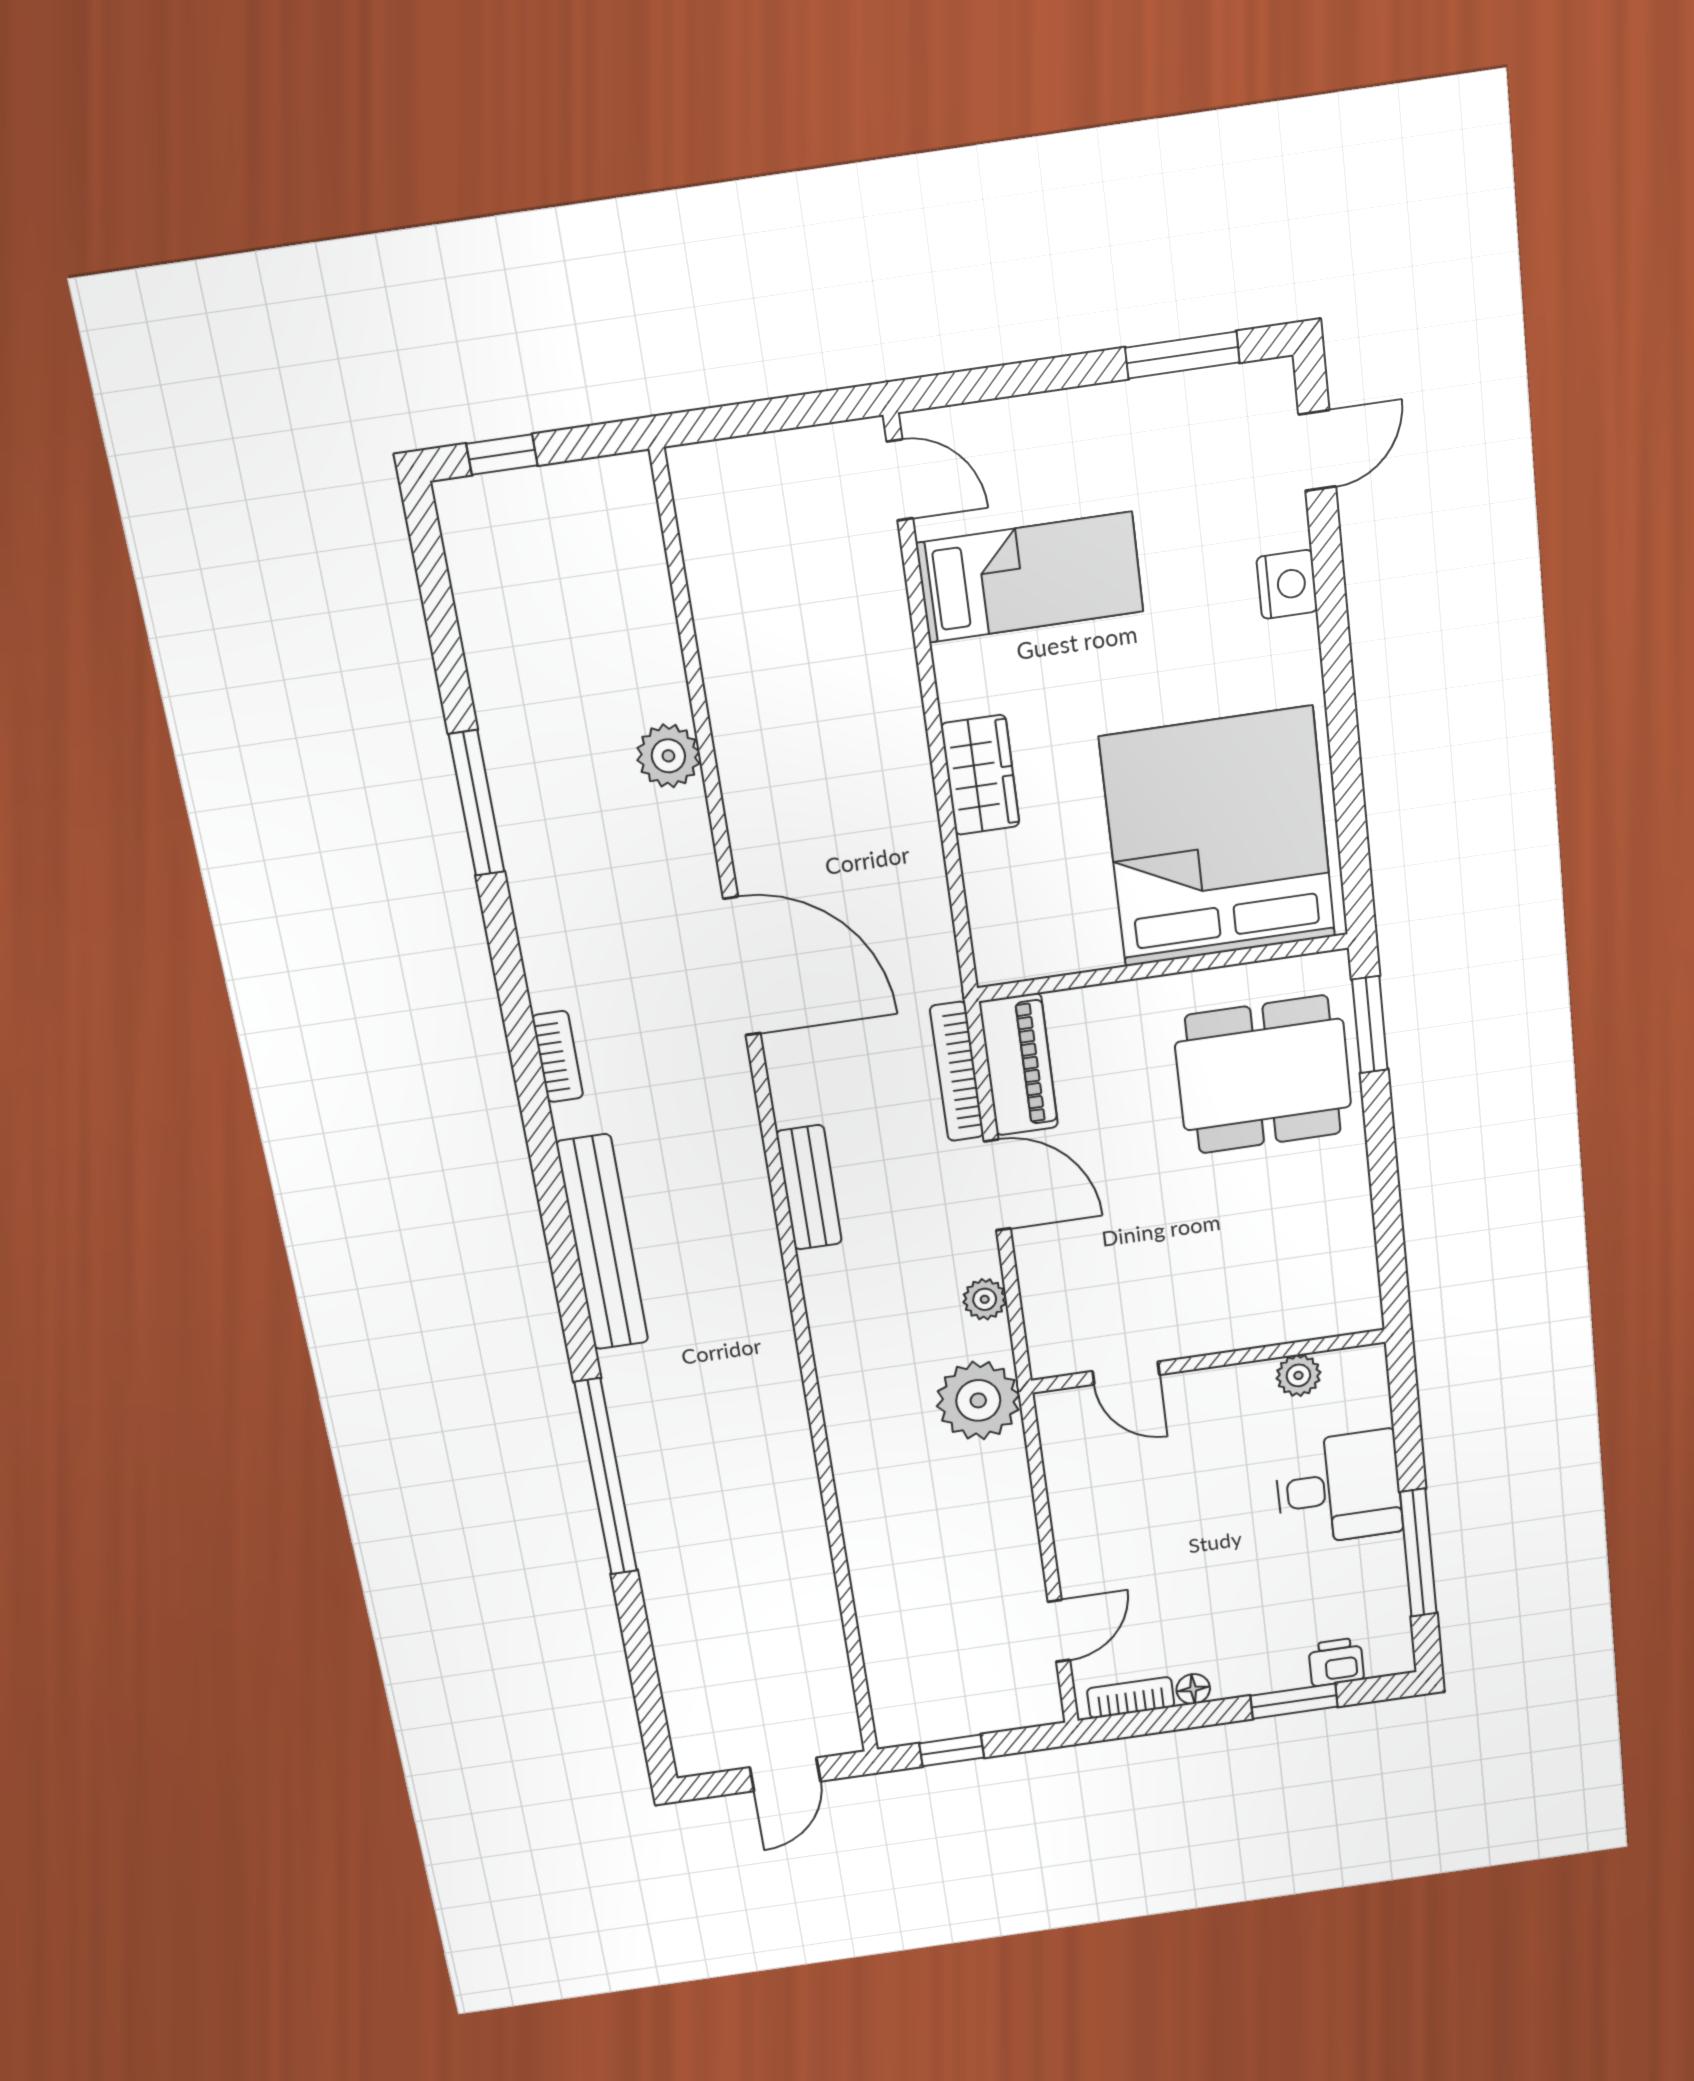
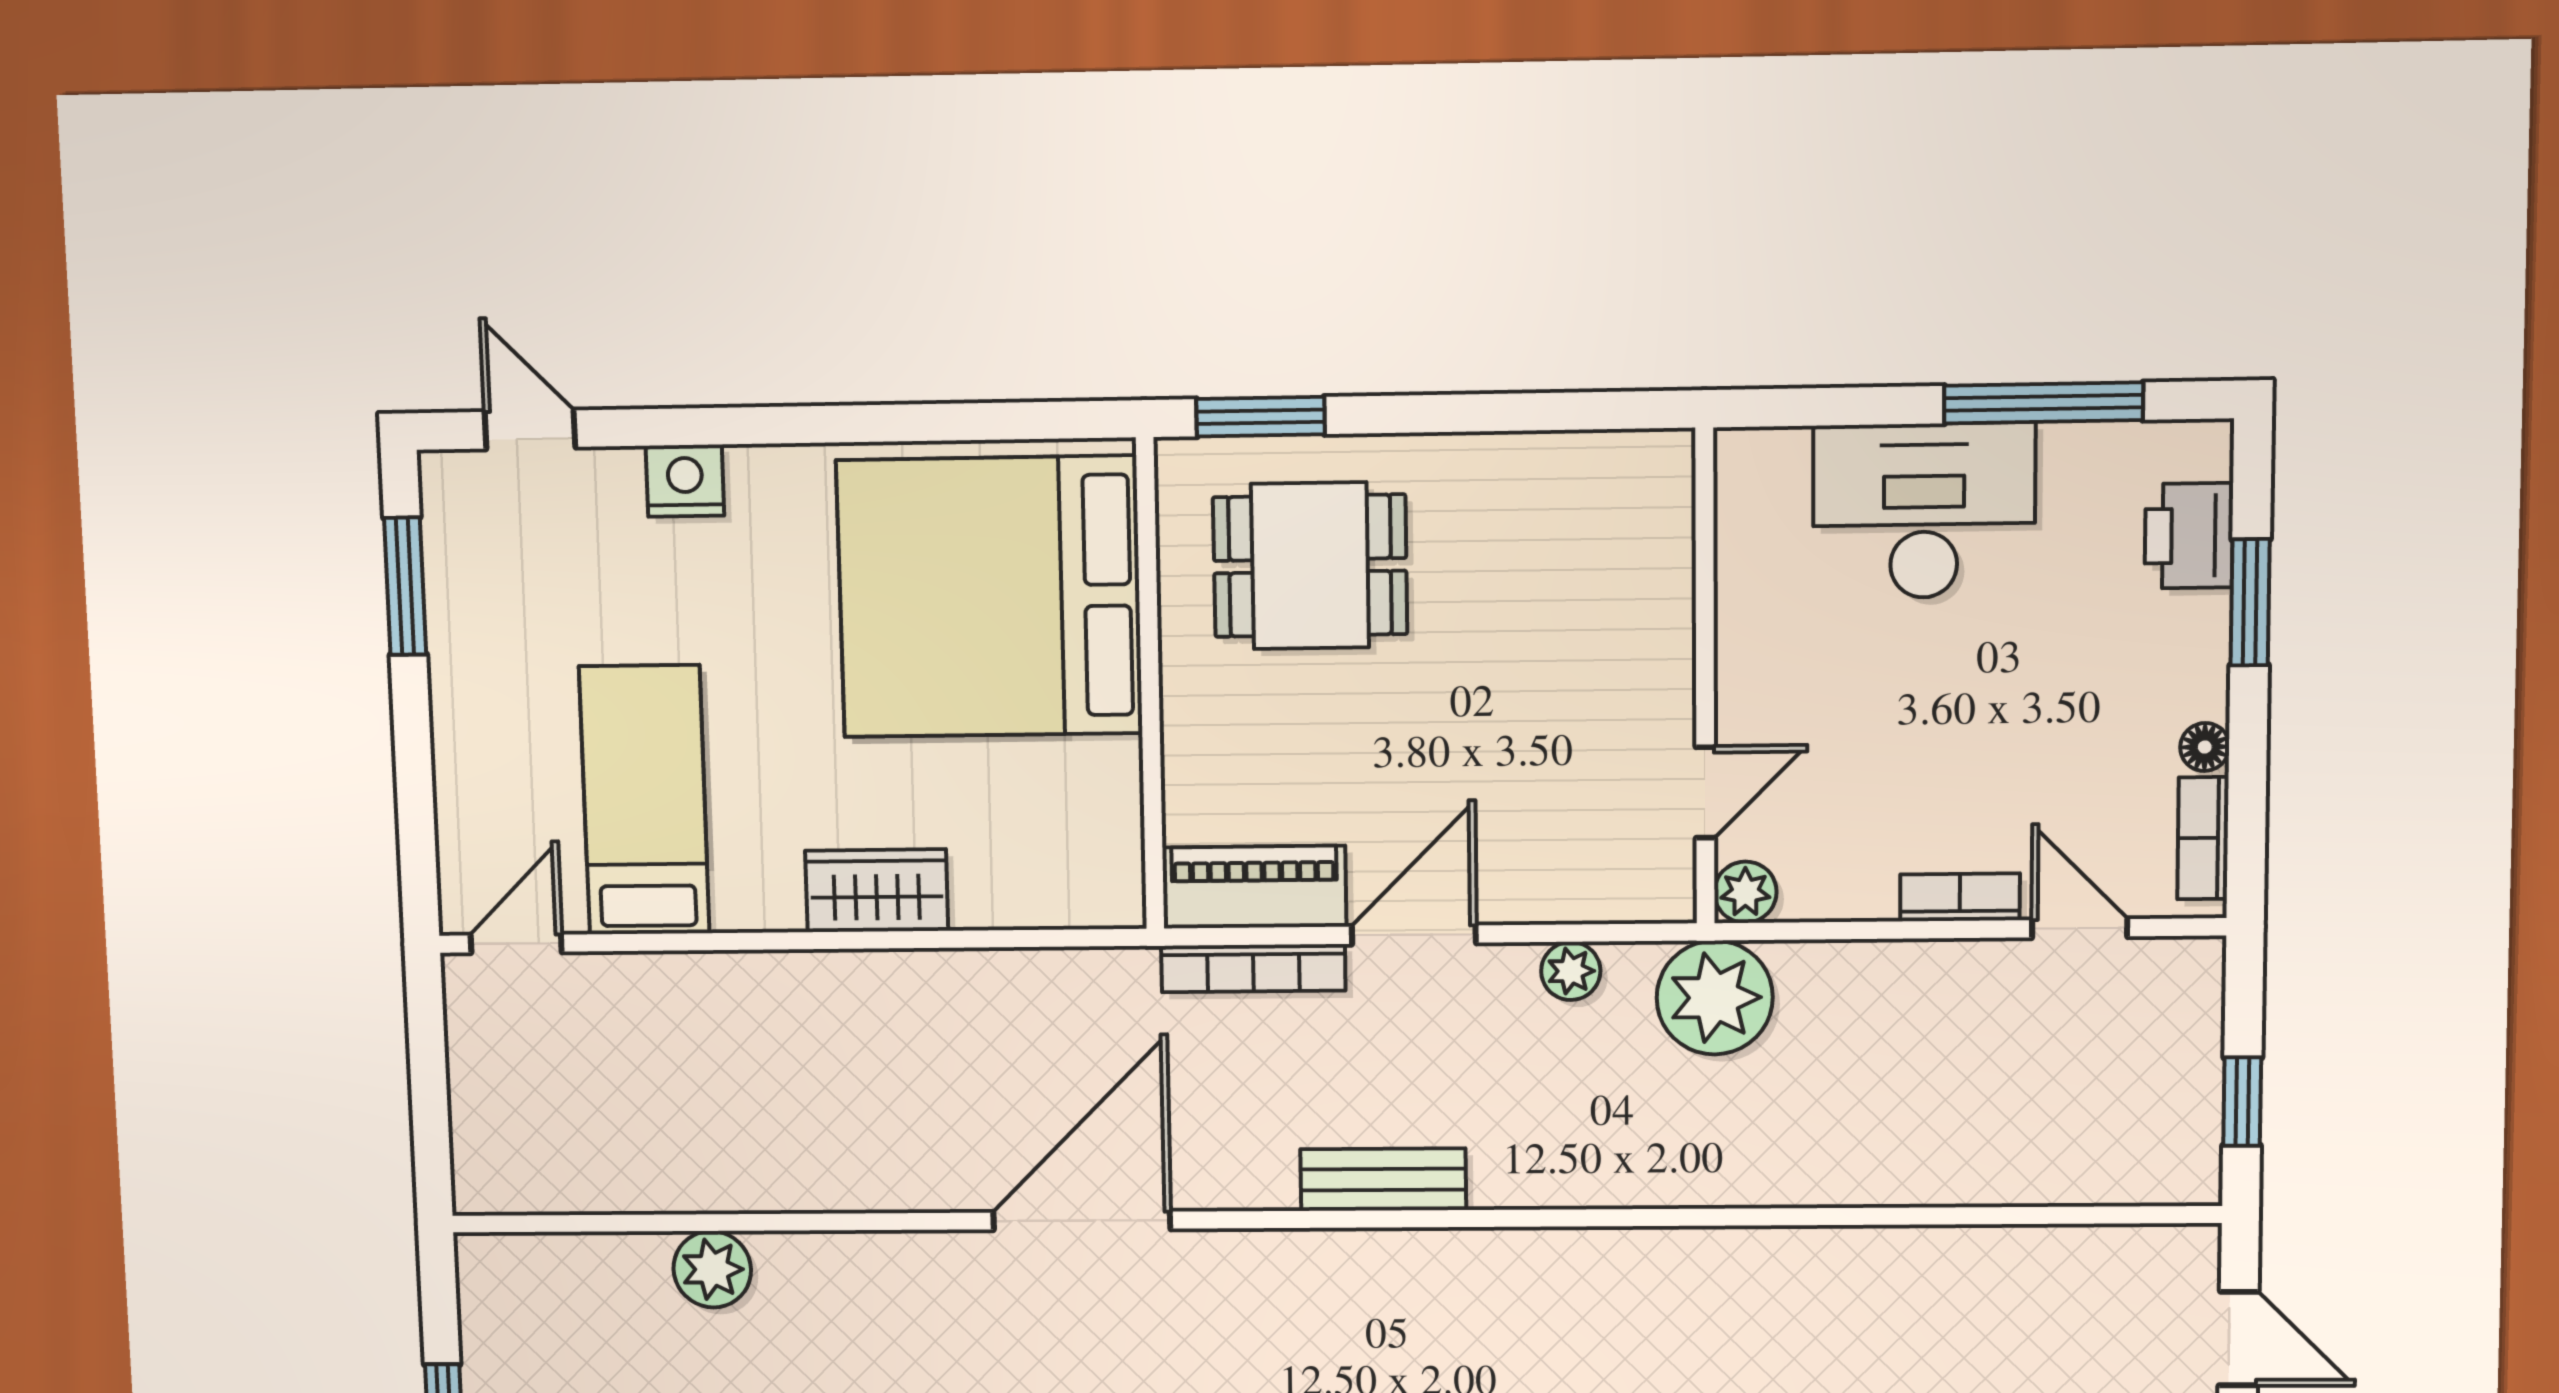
plant: (668, 756) -> (712, 1269), moved
dining table: (1263, 1075) -> (1310, 566), width x0.73
plant: (1298, 1375) -> (1745, 892), moved
desk: (1339, 1488) -> (1924, 511), width x1.37
bookcase: (1071, 1551) -> (1960, 897), added
printer: (1336, 1662) -> (2189, 536), width x1.36, depth x1.24

